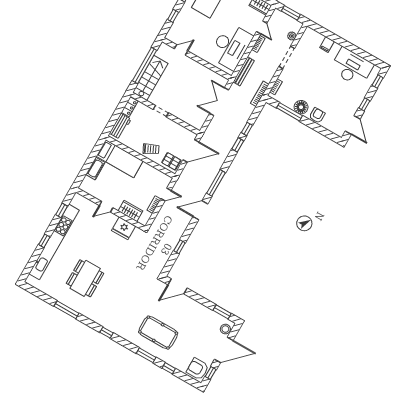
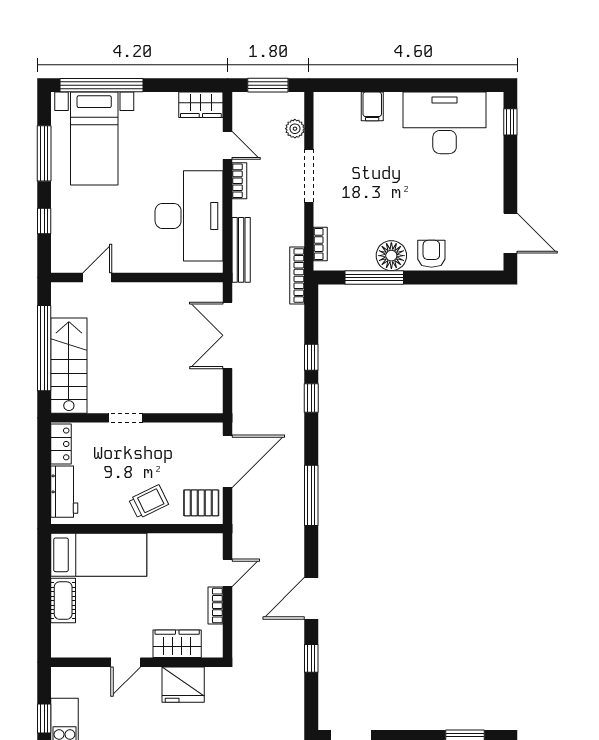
window: (364, 104) -> (510, 180), removed
door: (200, 210) -> (311, 598), moved

